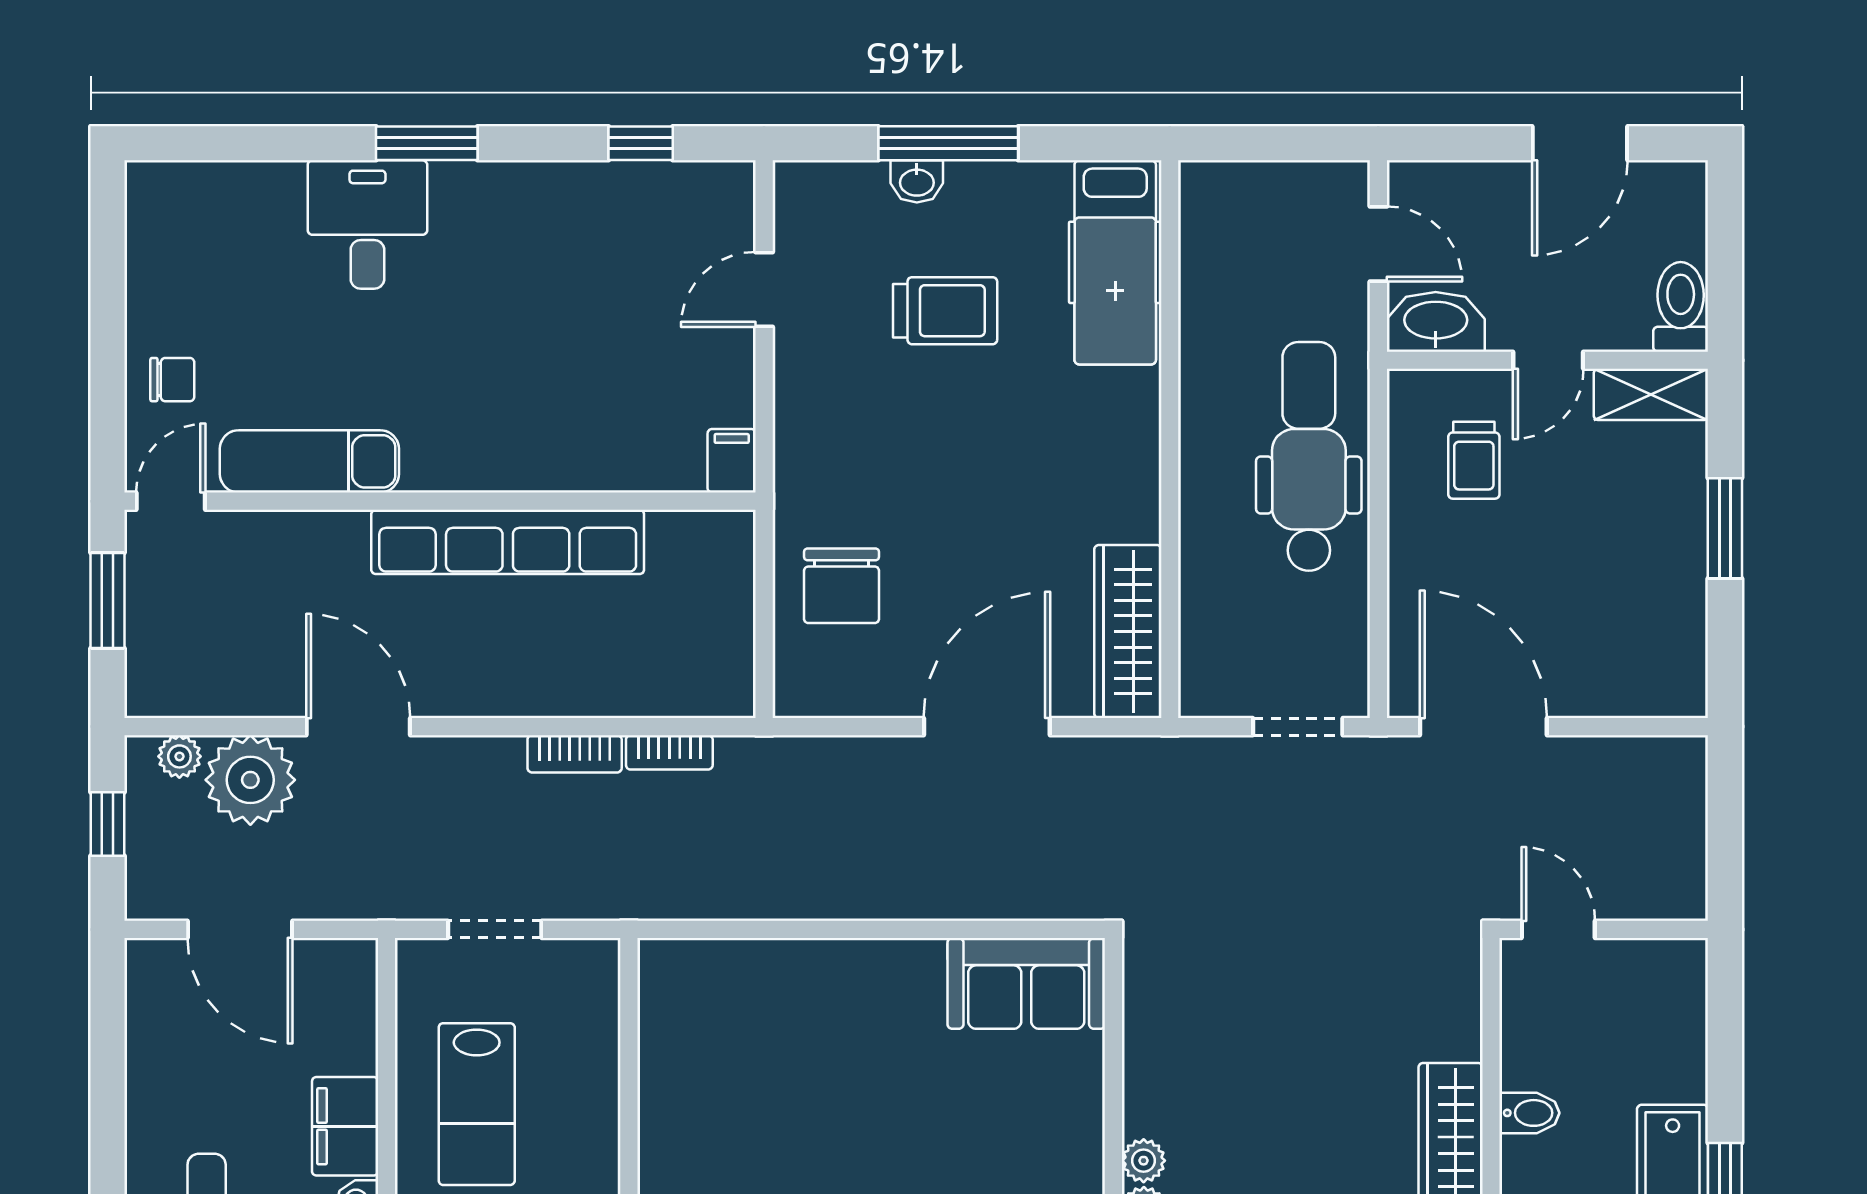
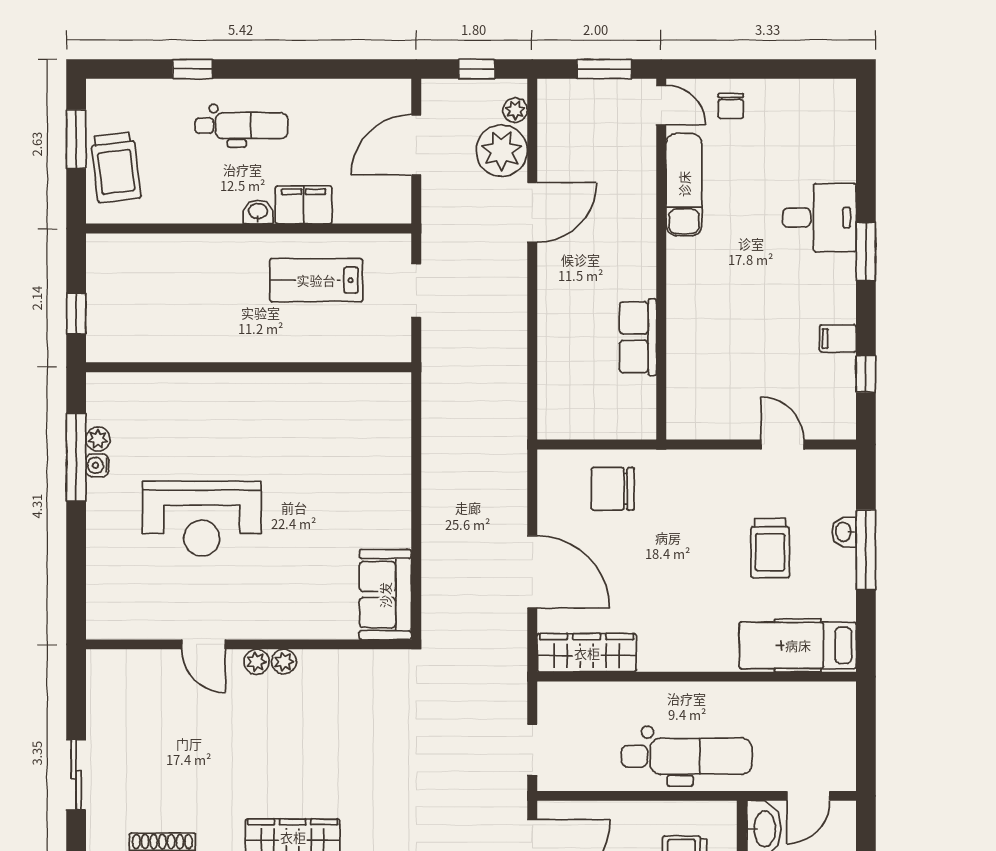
filing cabinet: (732, 461) -> (838, 339), moved, turned 180
row of seats: (508, 542) -> (638, 337), width x0.50
bookcase: (669, 752) -> (518, 390), removed
bookcase: (575, 754) -> (517, 336), removed

